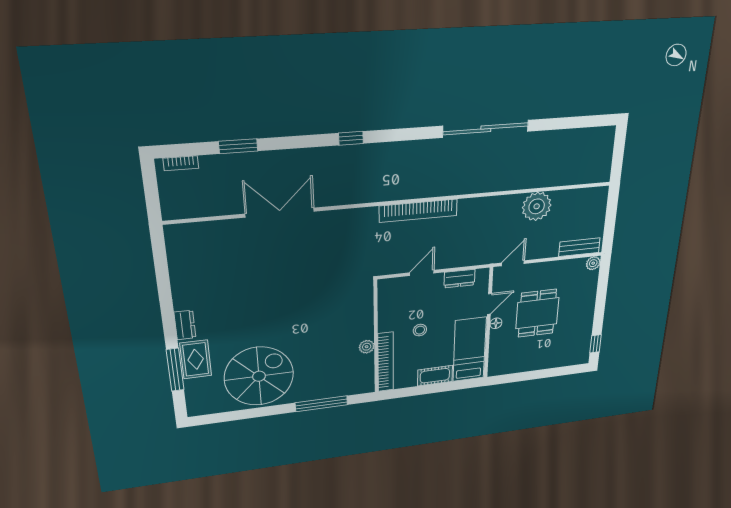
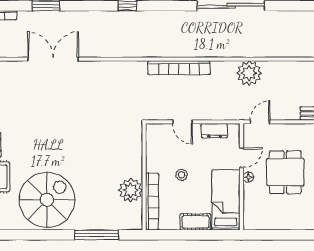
plant: (537, 206) -> (249, 73), moved
double door: (280, 213) -> (53, 59), moved
door: (422, 273) -> (182, 122), swing flipped
plant: (367, 347) -> (131, 190), width x1.88, depth x1.88

